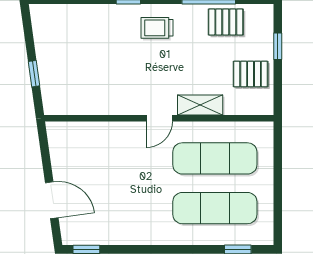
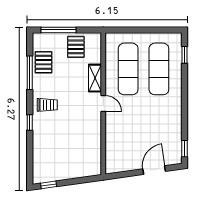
trolley: (157, 28) -> (47, 105), turned -90
window: (278, 46) -> (59, 30), width x2.17
window: (34, 74) -> (49, 185), moved

